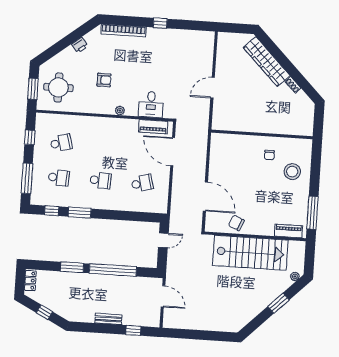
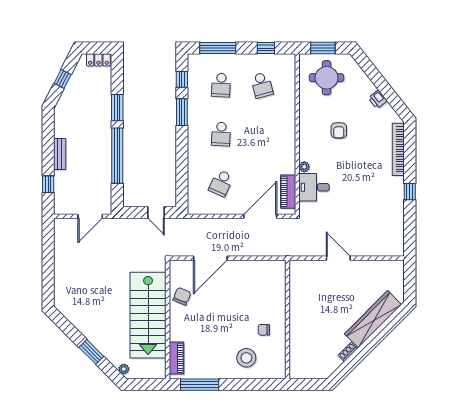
plant: (120, 111) -> (304, 167), moved
school desk: (142, 183) -> (221, 183), turned 39

